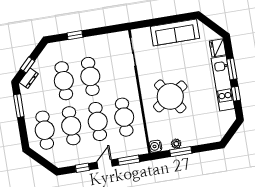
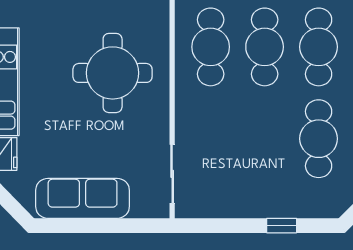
cafe table: (90, 76) -> (265, 139), removed
round table: (170, 96) -> (113, 73), turned 33

